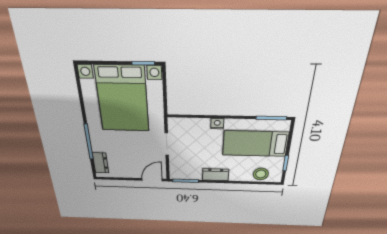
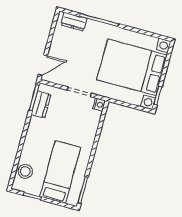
nightstand: (217, 124) -> (99, 104), moved
dresser: (216, 175) -> (41, 105), moved
door: (152, 180) -> (43, 65), hinge flipped

